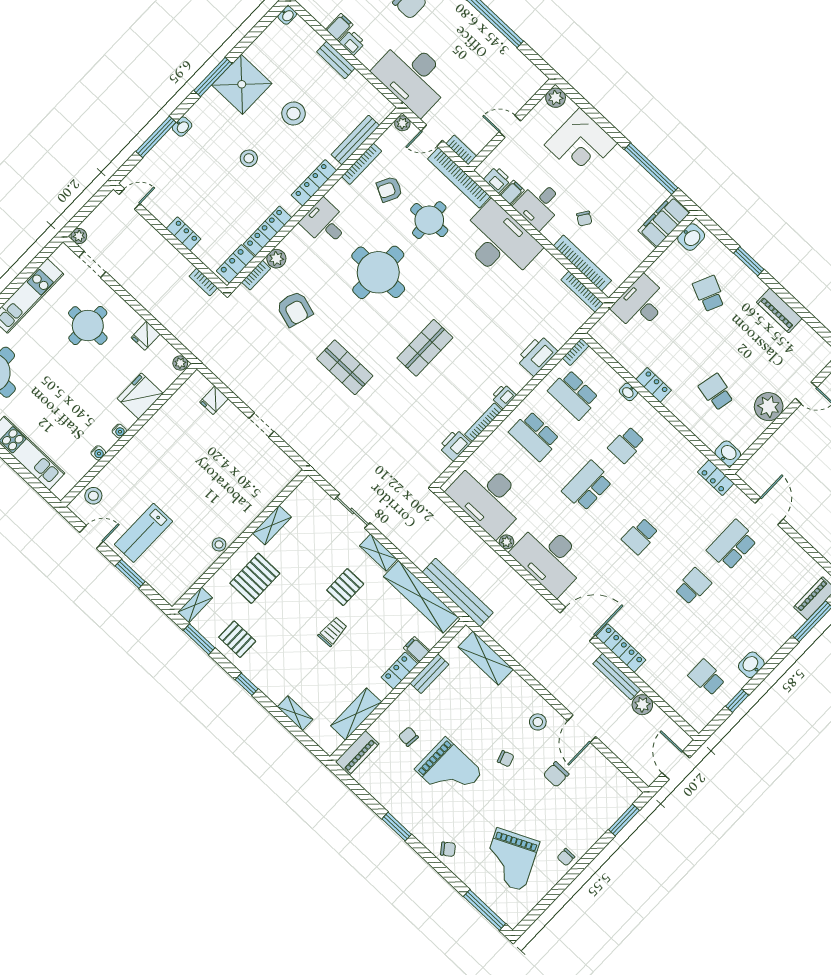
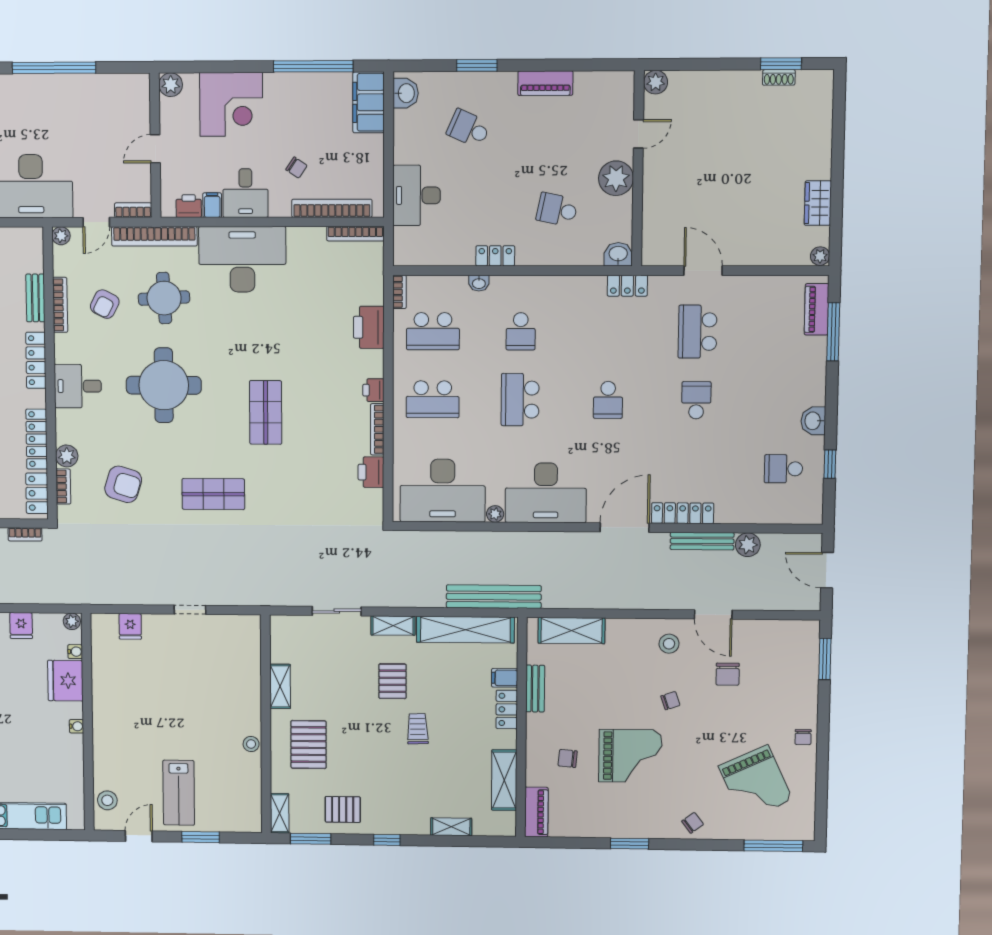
bench: (355, 140) -> (35, 298), width x0.73
water cooler: (98, 453) -> (75, 652), moved

